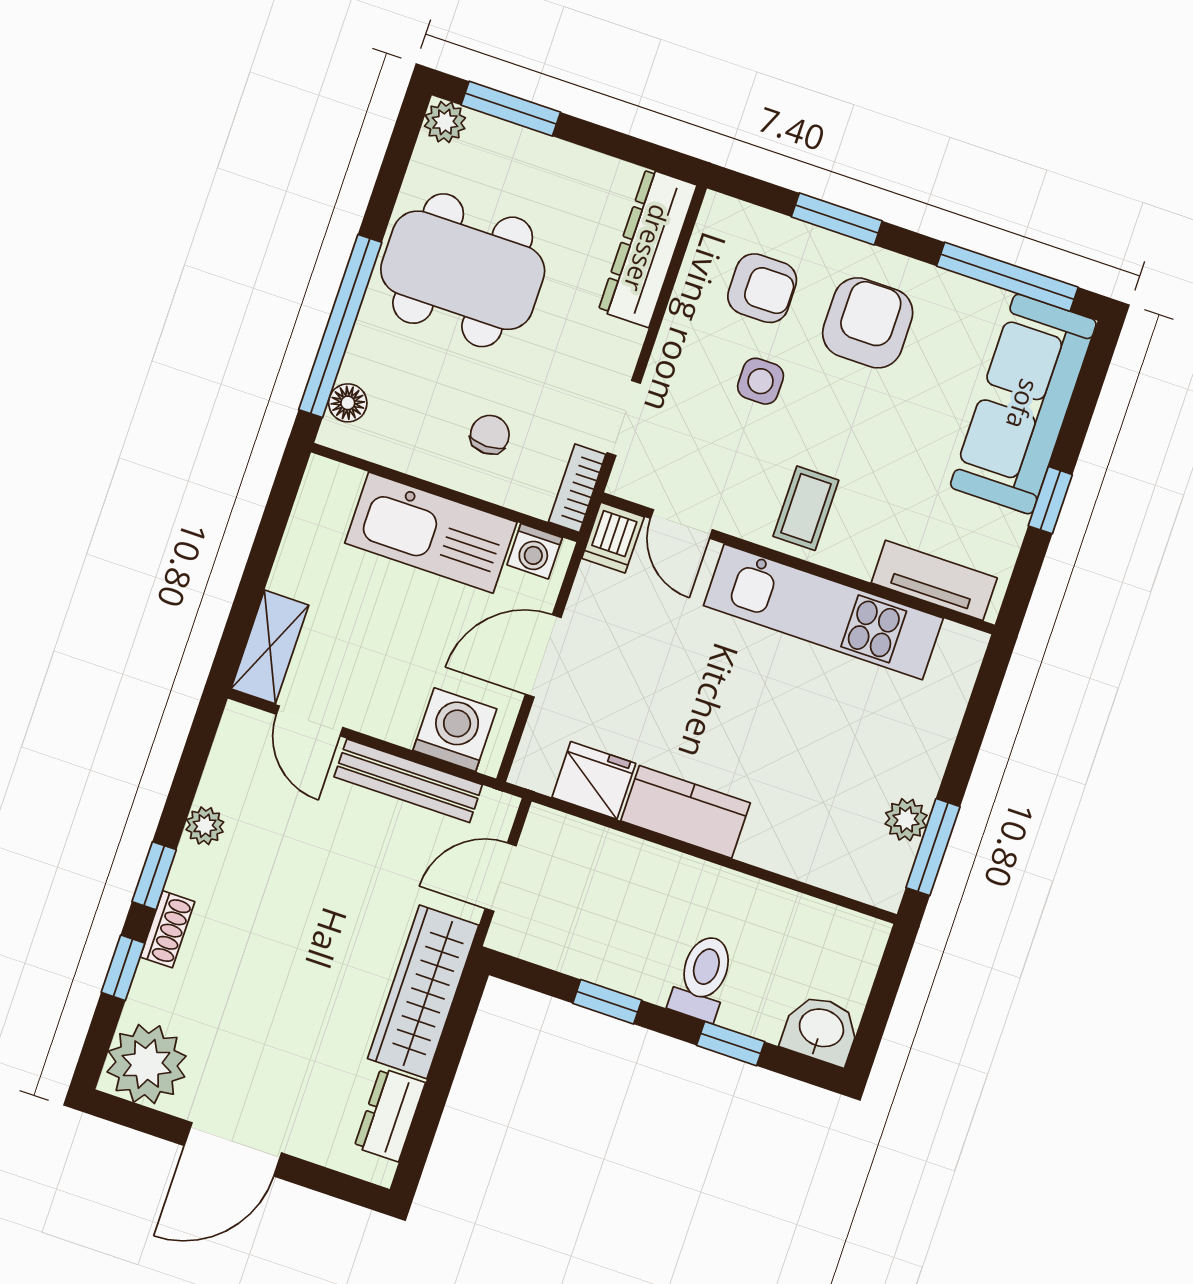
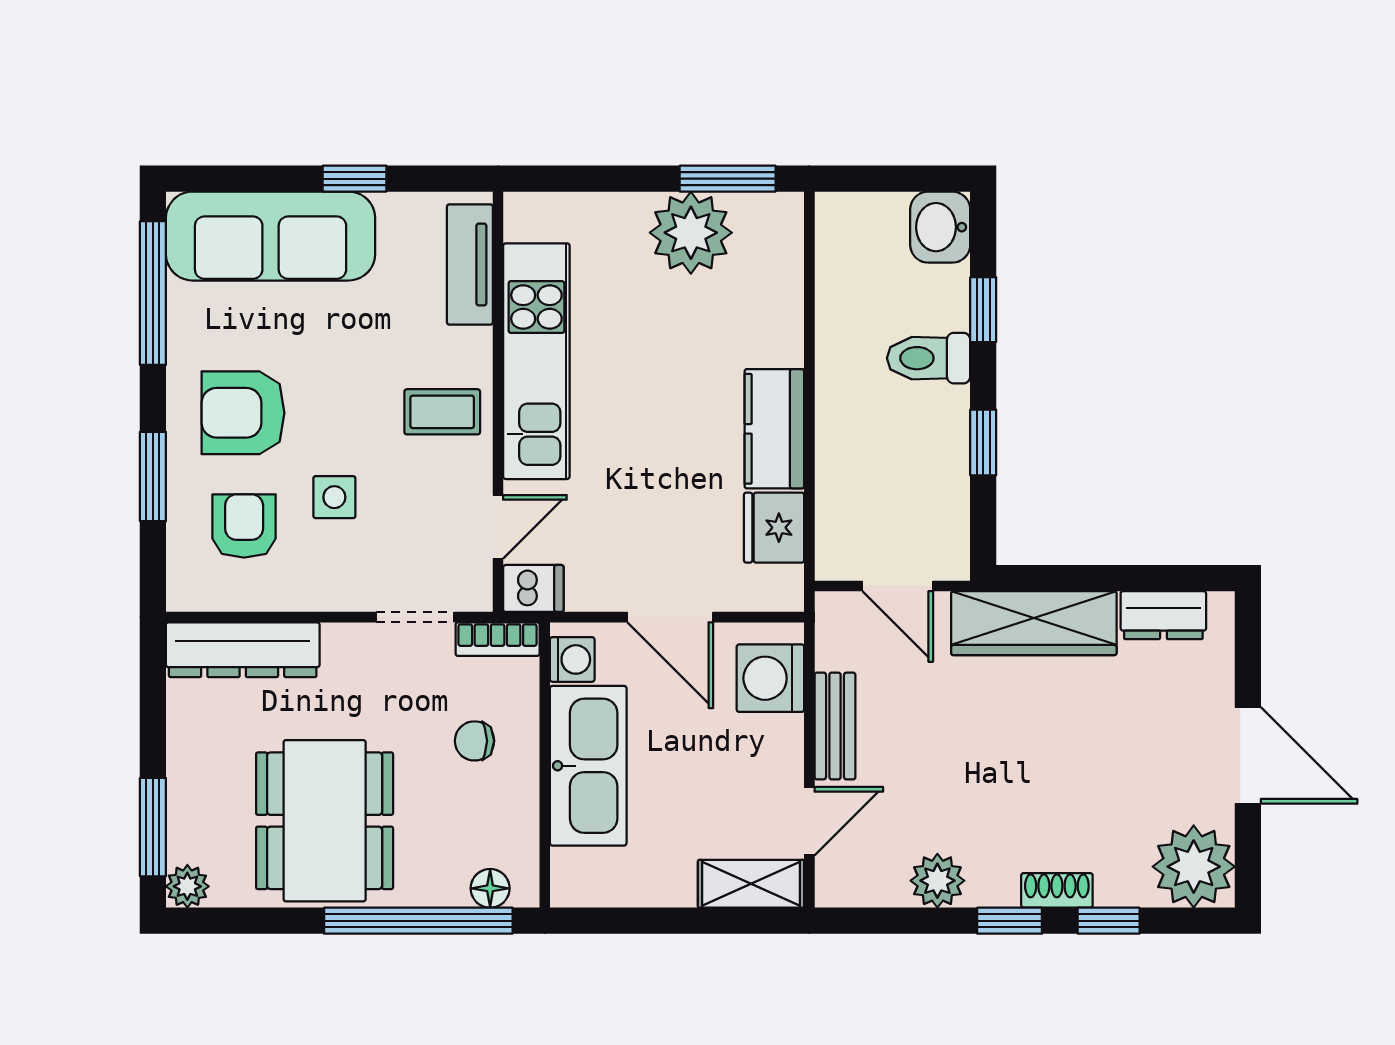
bench: (408, 781) -> (835, 726), width x0.73
plant: (906, 820) -> (691, 233), width x1.88, depth x1.88
plant: (205, 826) -> (937, 881), width x1.38, depth x1.38

